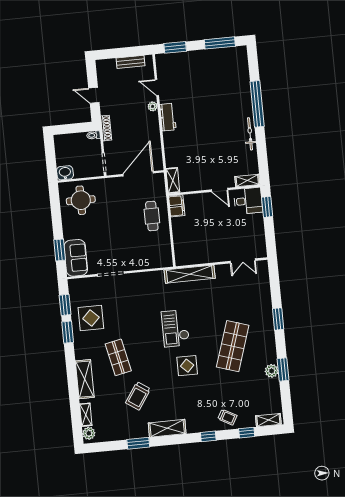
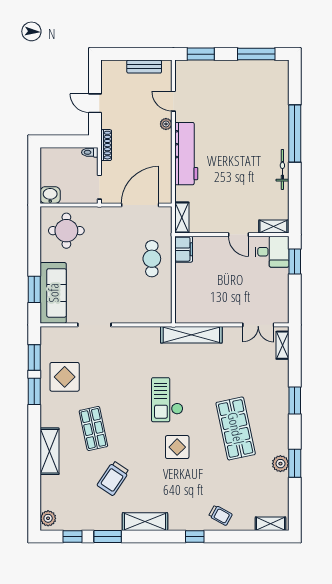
workbench: (168, 117) -> (186, 154), width x1.88, depth x1.32
sofa: (76, 258) -> (53, 293), width x1.36
shop shelf: (233, 346) -> (236, 428), turned -30
shelving: (86, 415) -> (282, 345), moved
window: (247, 433) -> (73, 537), moved

